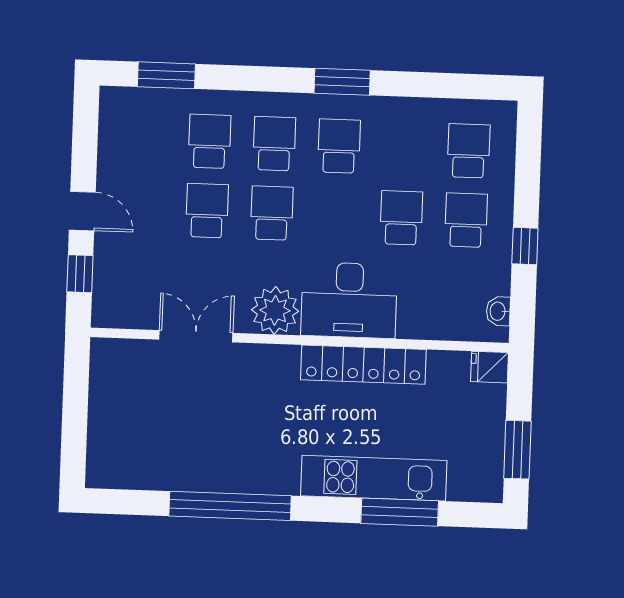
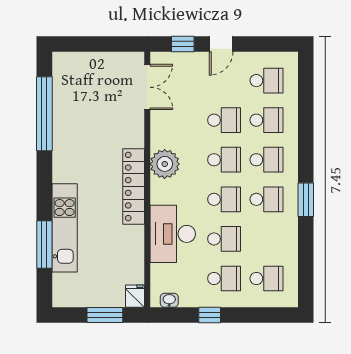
window: (166, 75) -> (306, 92), removed
school desk: (145, 139) -> (266, 81), added
school desk: (337, 215) -> (224, 199), added
desk: (349, 300) -> (173, 234), moved
double door: (196, 336) -> (147, 87), moved
locker: (363, 365) -> (134, 186), moved
window: (517, 450) -> (105, 315), moved
window: (230, 506) -> (44, 114), moved

